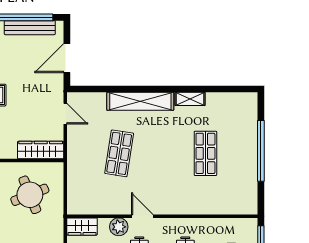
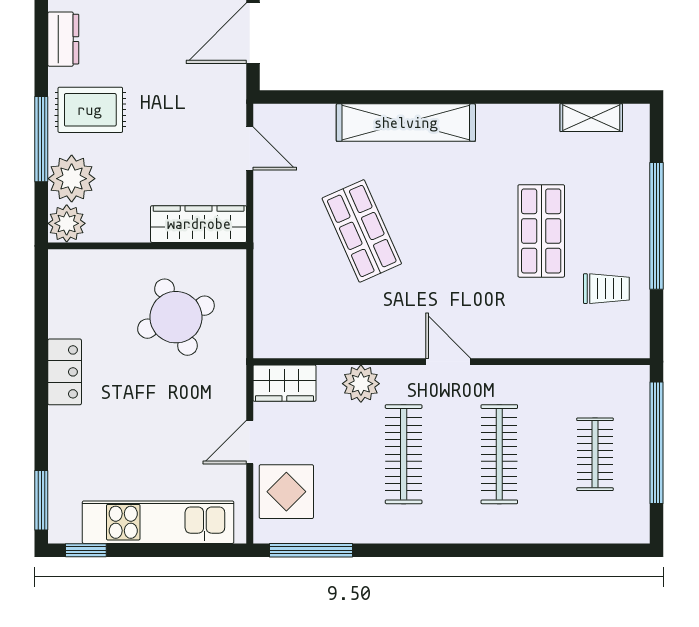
shelving: (190, 99) -> (591, 118), moved
shop shelf: (119, 153) -> (362, 231), turned -33
trolley: (237, 181) -> (606, 289), added
door: (142, 216) -> (448, 362), moved

